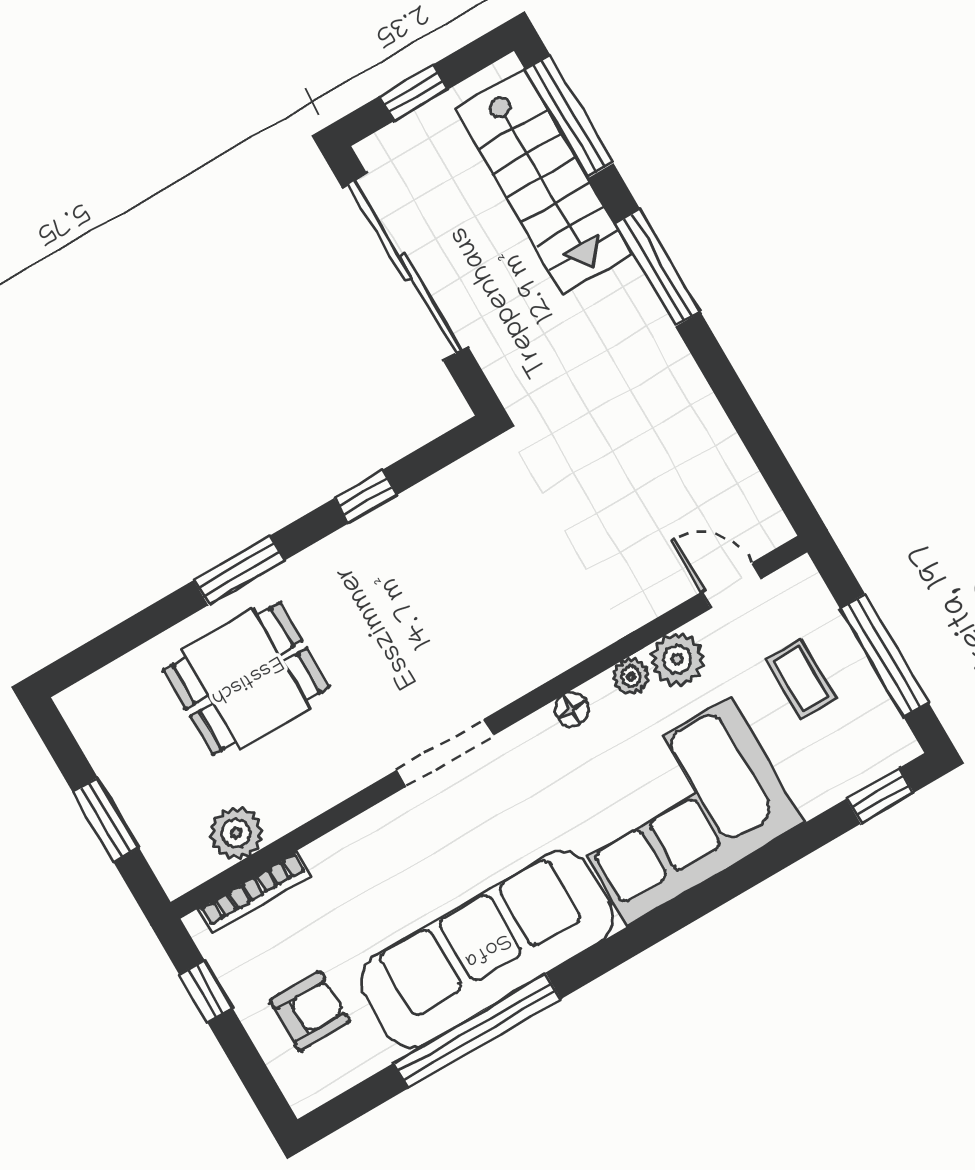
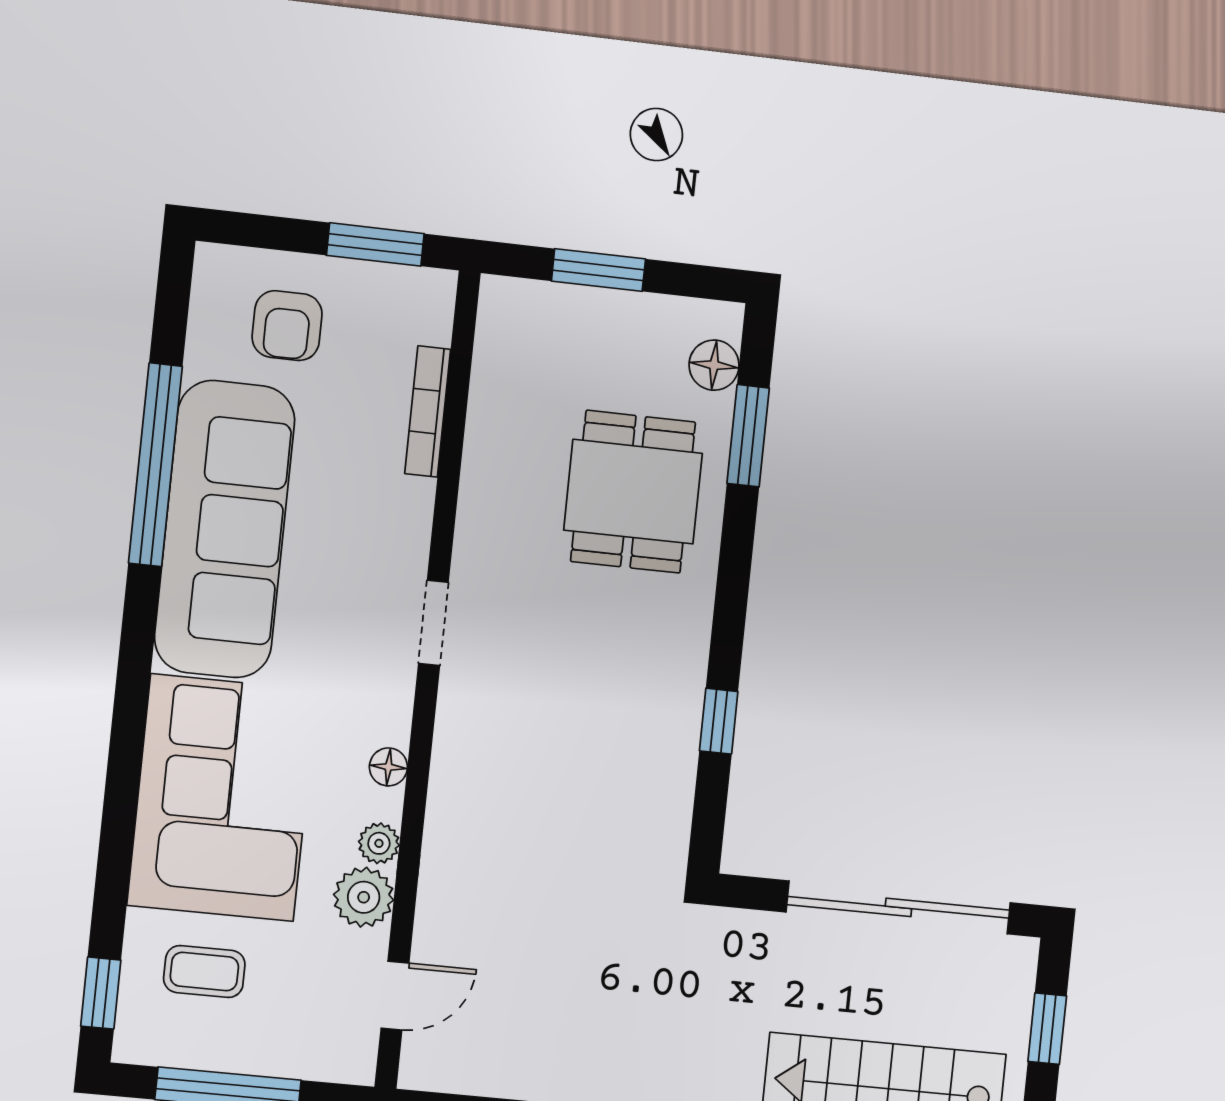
window: (239, 570) -> (748, 436), moved
coffee table: (801, 679) -> (204, 971), moved
floor lamp: (112, 687) -> (714, 365), added
doorway: (445, 753) -> (433, 623), width x0.73
plant: (236, 833) -> (500, 379), removed
bookcase: (255, 892) -> (428, 411), moved
window: (206, 991) -> (375, 245), width x1.50

